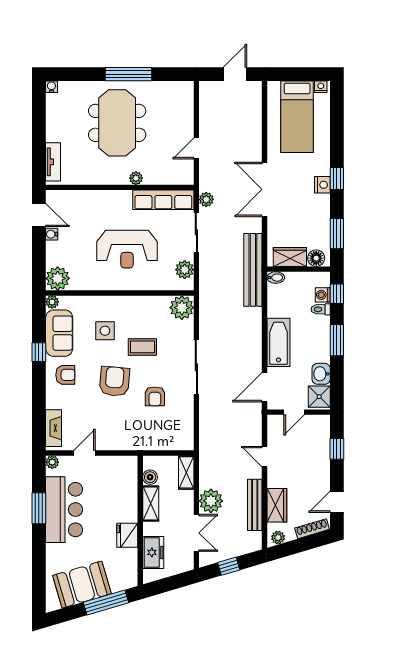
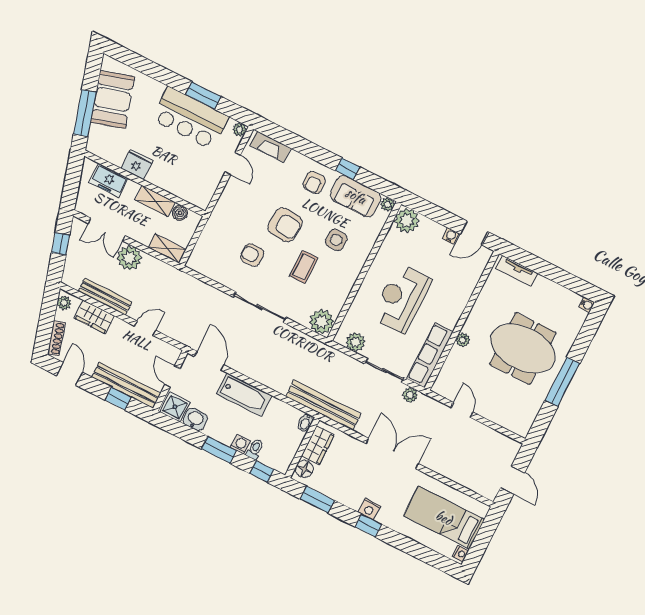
washing machine: (323, 295) -> (241, 444), moved
bench: (322, 448) -> (126, 385), added

